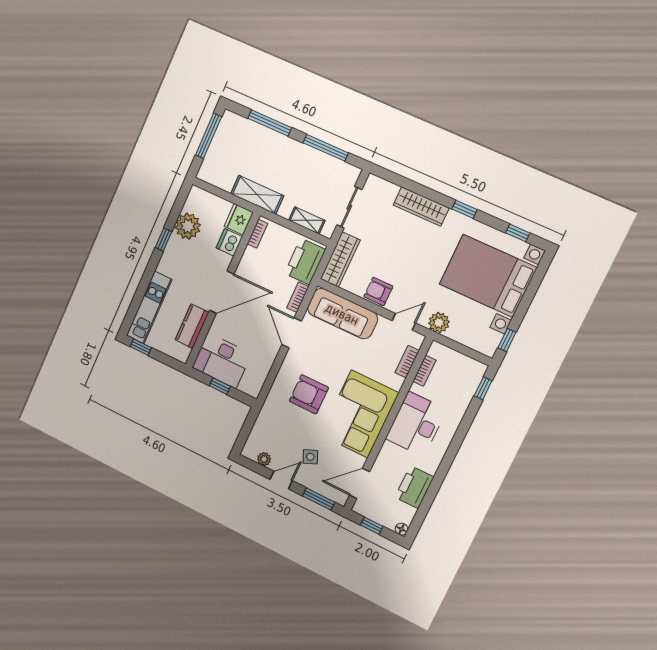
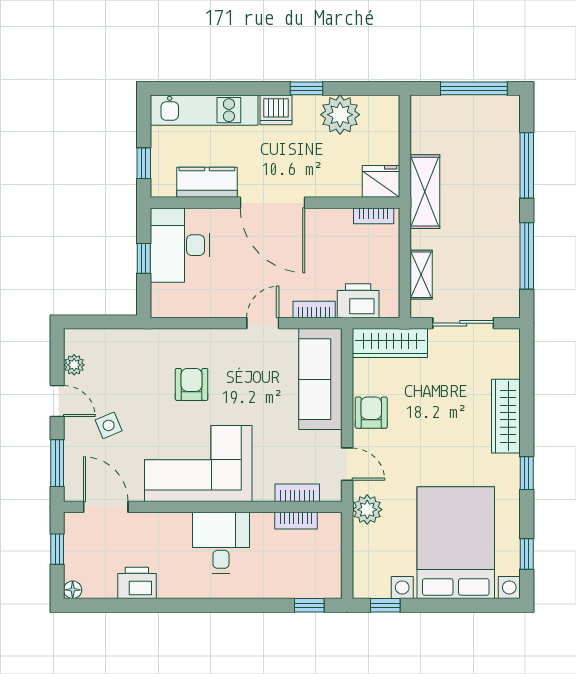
dishwasher: (229, 242) -> (276, 110), moved, turned 180
printer: (305, 262) -> (358, 301), width x0.73, depth x0.84
door: (292, 333) -> (263, 323), width x0.73
window: (141, 347) -> (144, 163), moved
armchair: (309, 394) -> (192, 384), width x0.72, depth x0.72
desk: (416, 424) -> (221, 543), width x0.73
printer: (414, 487) -> (137, 583), width x0.73, depth x0.84

